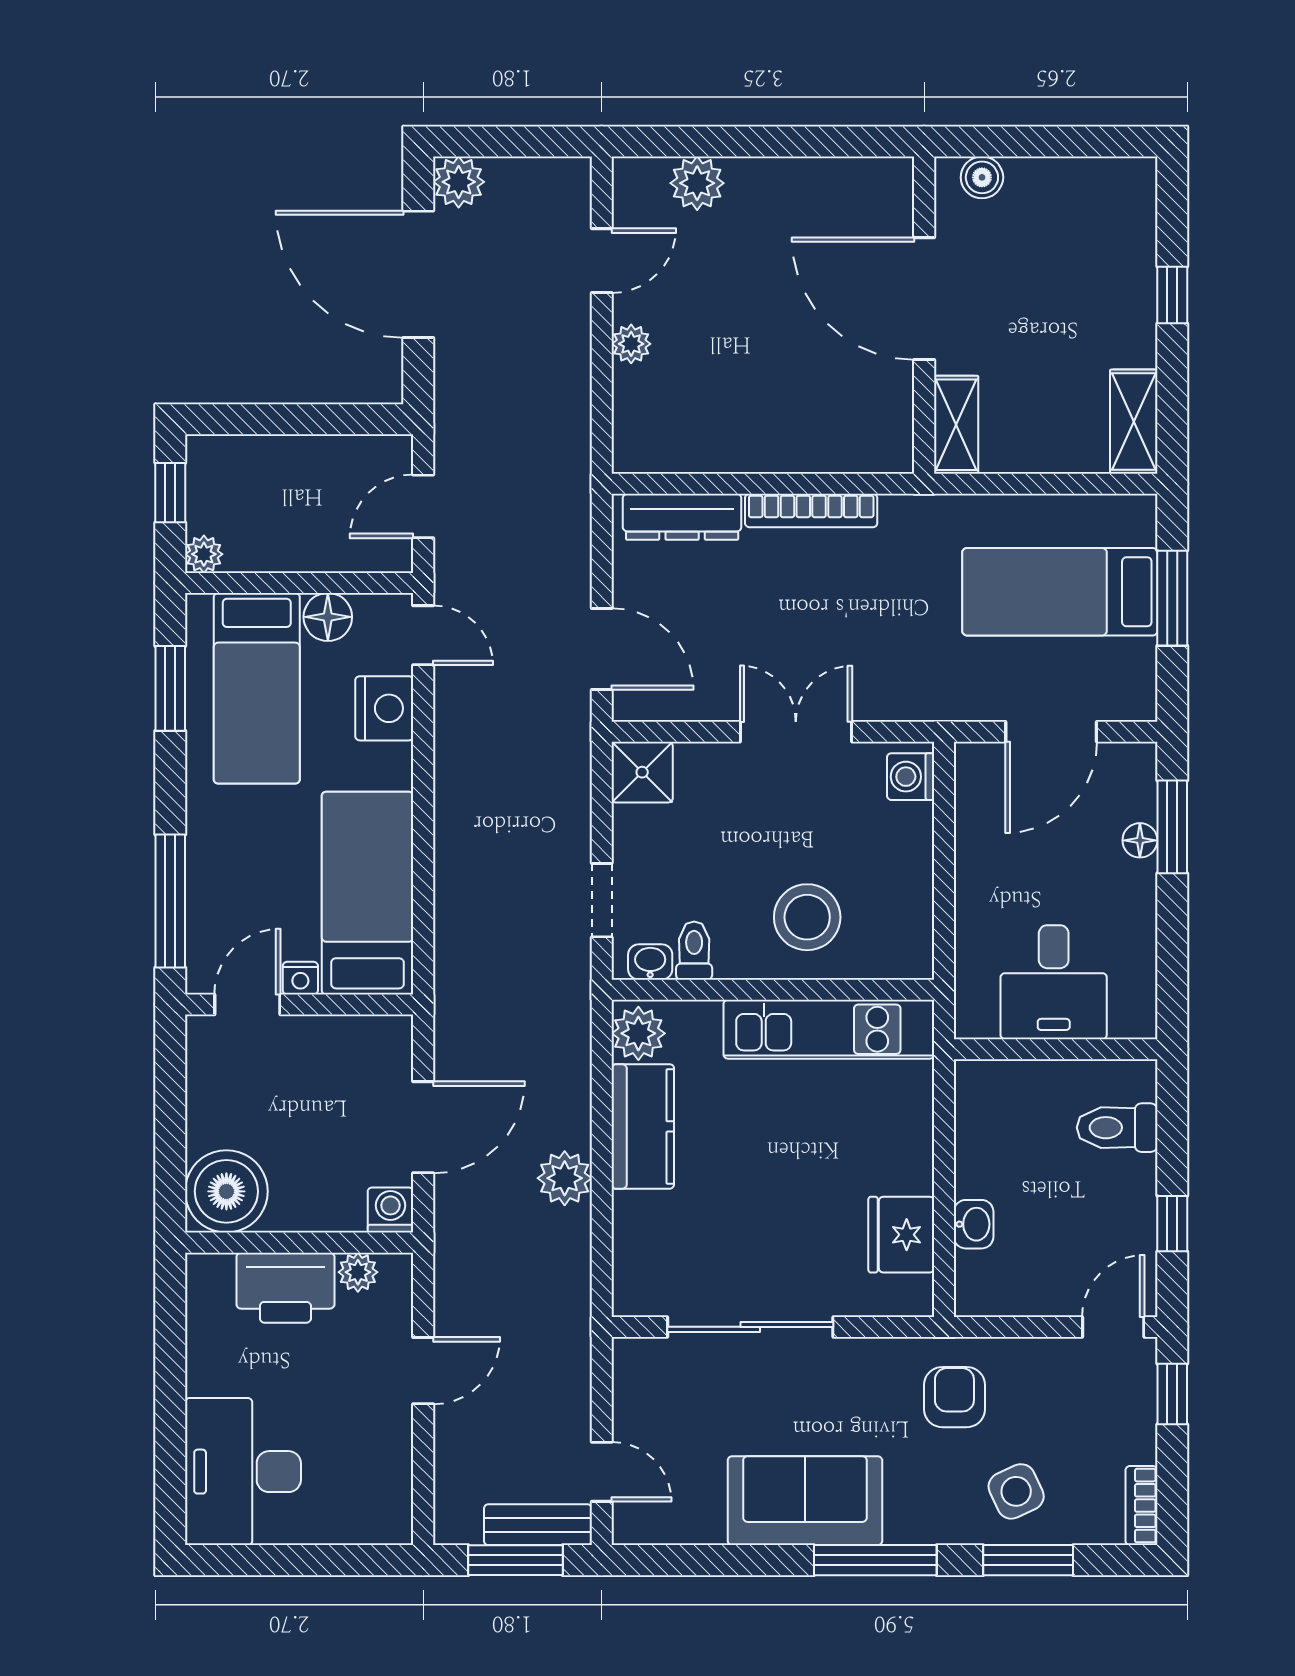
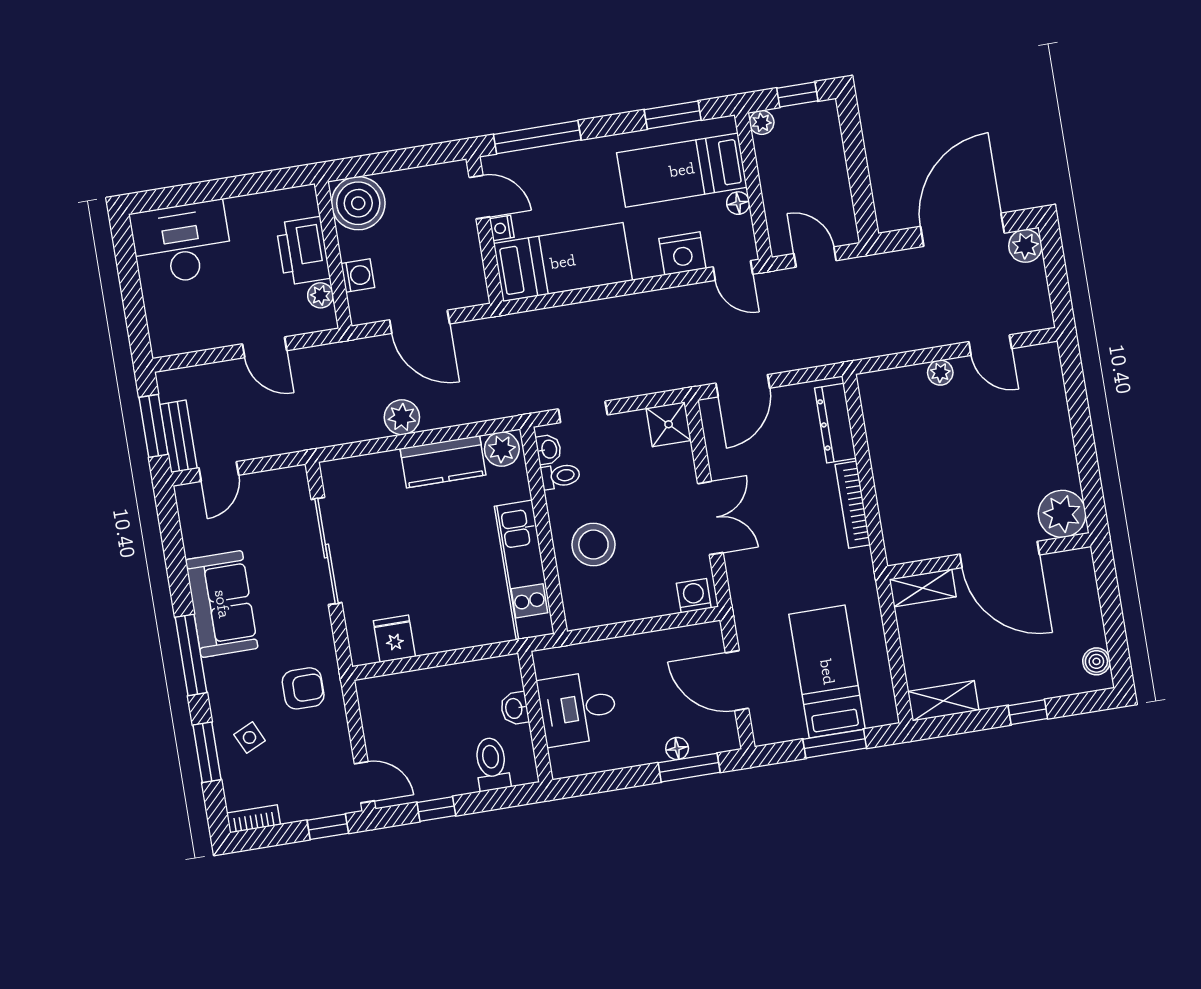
boiler: (982, 177) -> (1096, 661), moved
plant: (697, 183) -> (1062, 514), moved, width x1.36, depth x1.36
door: (924, 299) -> (1000, 555), swing flipped
floor lamp: (328, 617) -> (738, 203), width x0.73, depth x0.73
door: (423, 635) -> (733, 271), hinge flipped
washing machine: (390, 1210) -> (358, 275), moved
washbasin: (974, 1224) -> (515, 708), moved, turned 90
fridge: (901, 1235) -> (394, 639), width x0.72
side table: (1016, 1491) -> (250, 738), width x0.73, depth x0.73

